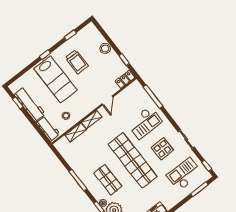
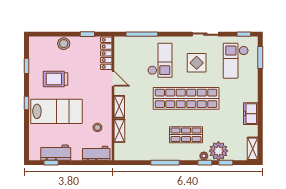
trolley: (77, 62) -> (55, 79), turned 180
locker: (125, 79) -> (106, 53), width x1.53
workbench: (30, 104) -> (56, 153), width x0.73

